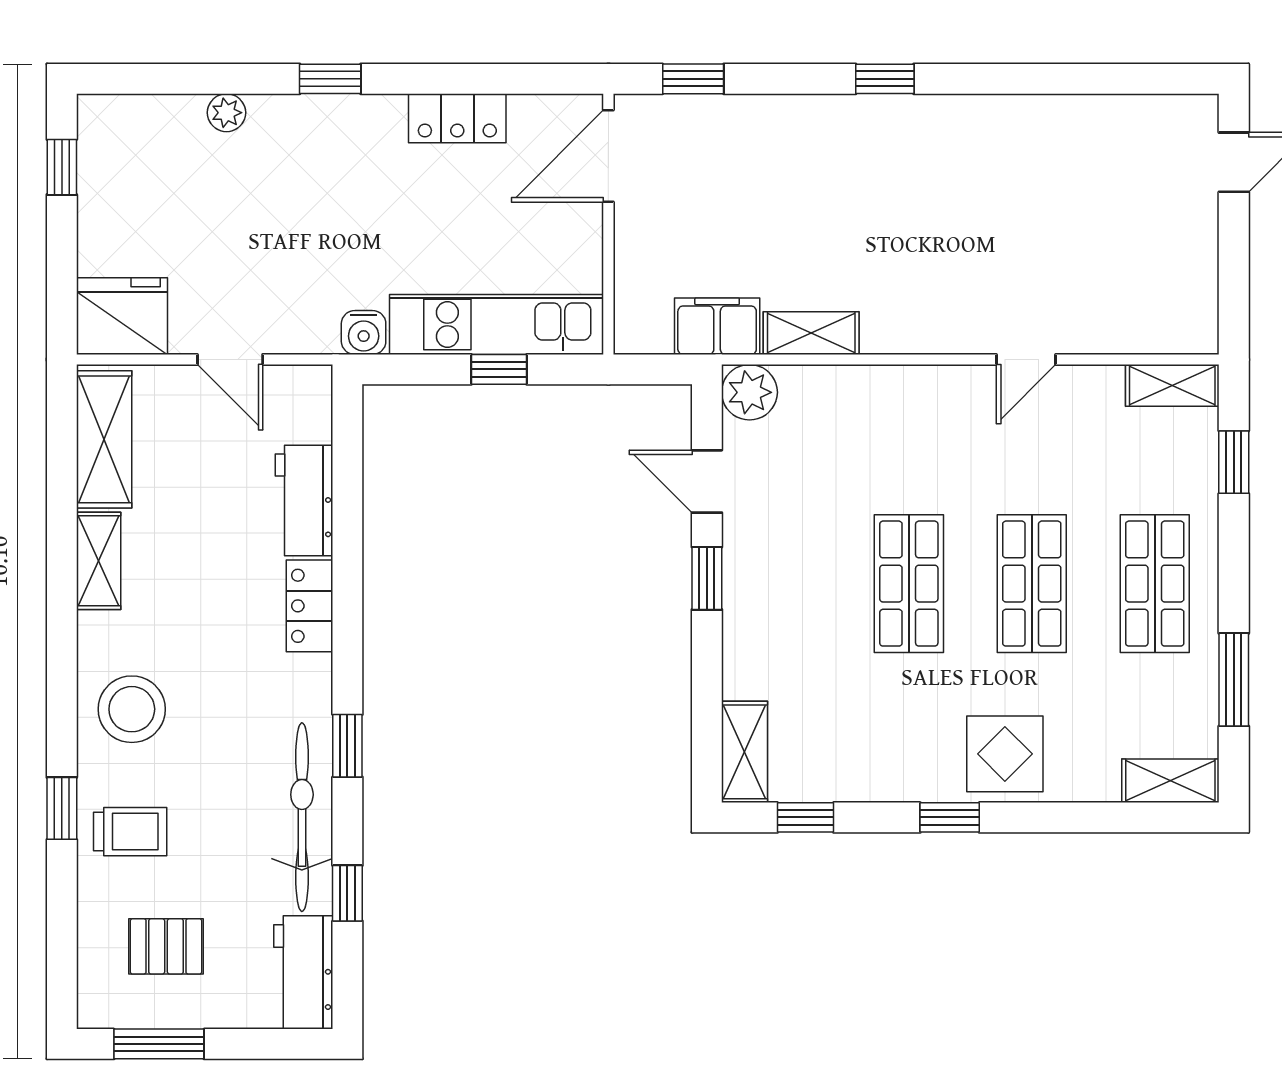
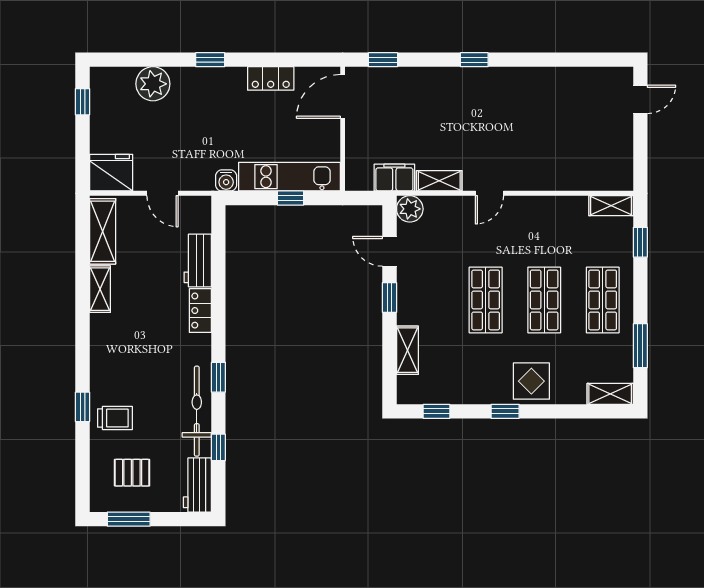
plant: (227, 113) -> (153, 84), width x1.87, depth x1.87
door: (1026, 360) -> (489, 193), moved
stool: (132, 709) -> (116, 360), removed
shelving: (745, 752) -> (407, 350), moved

